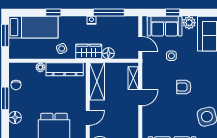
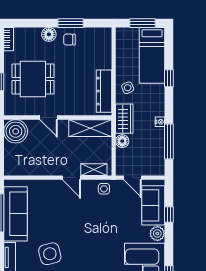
door: (140, 44) -> (133, 178), hinge flipped
side table: (171, 56) -> (104, 189), moved
plant: (40, 67) -> (106, 63), removed
chair: (16, 85) -> (69, 40), moved
armchair: (184, 87) -> (84, 227), removed

